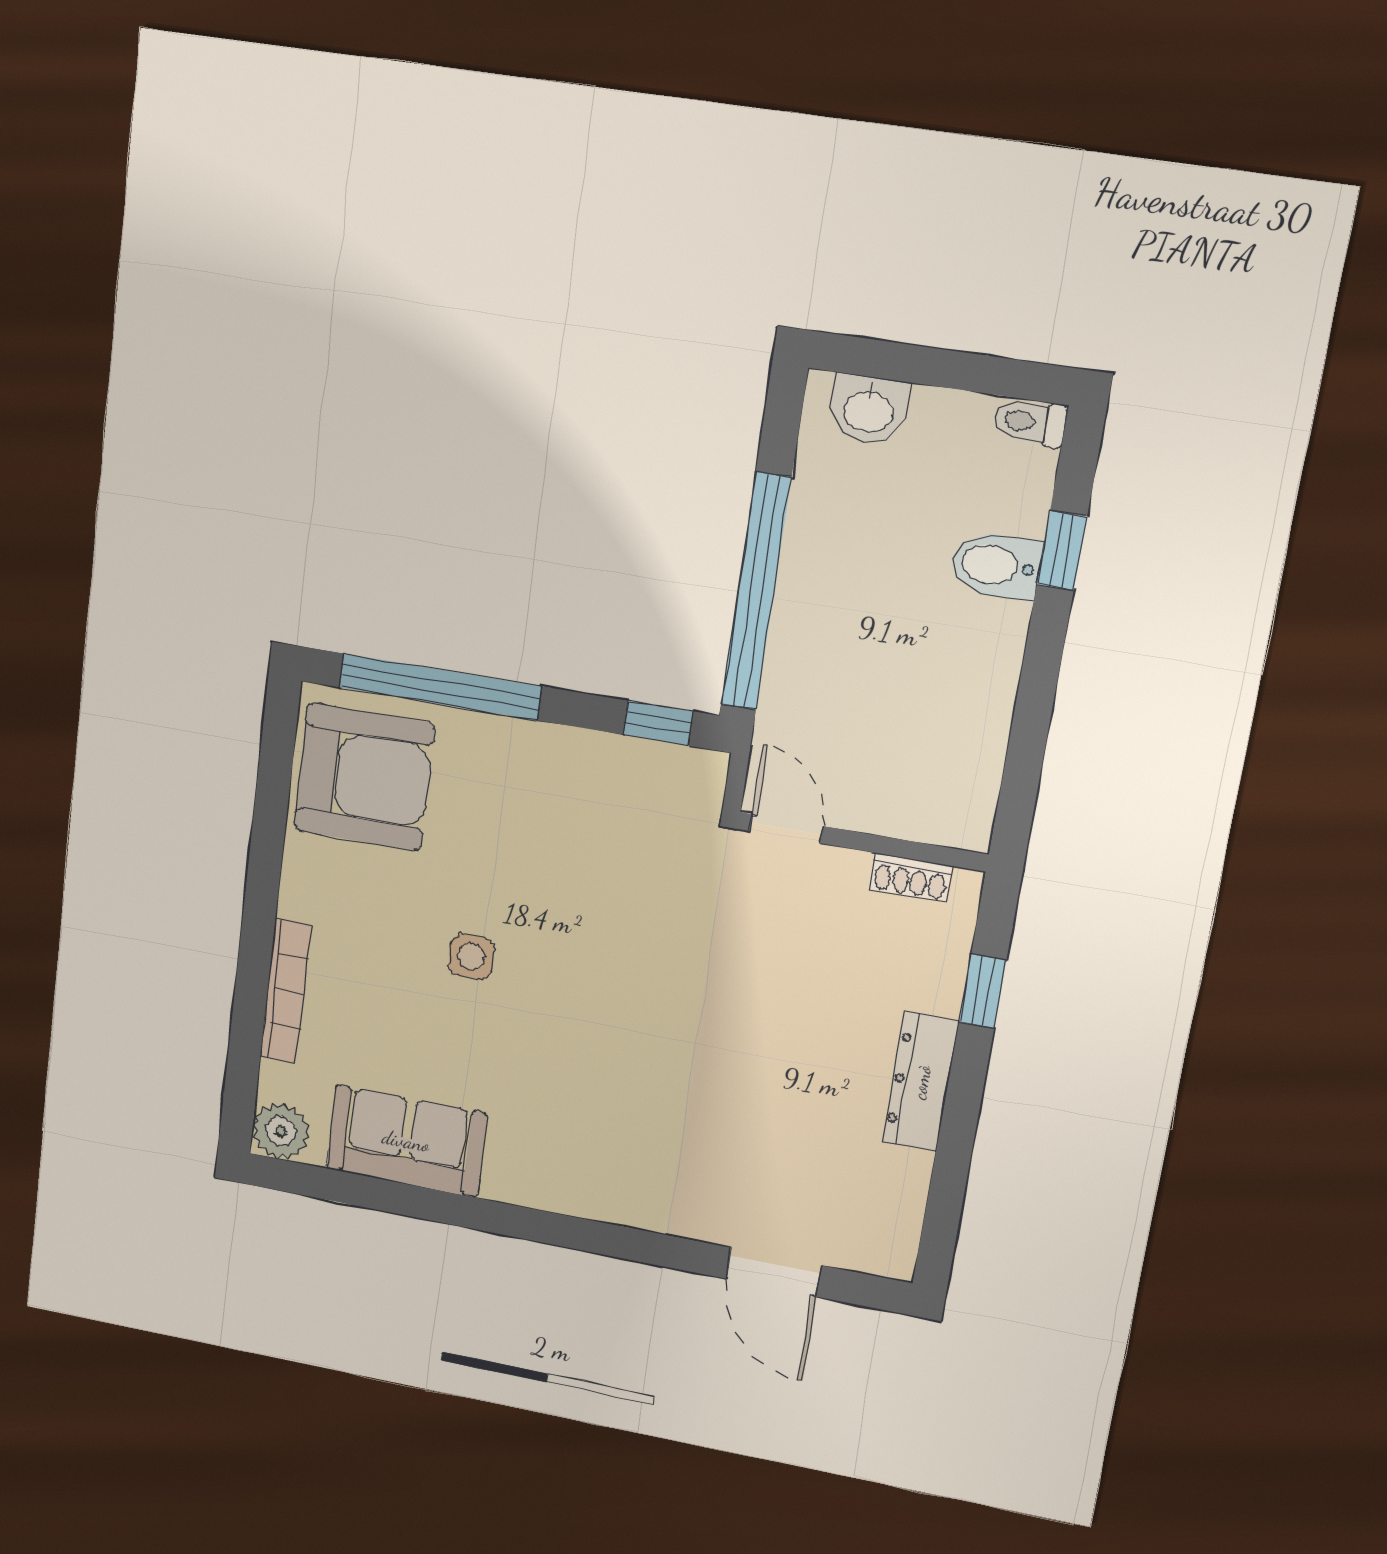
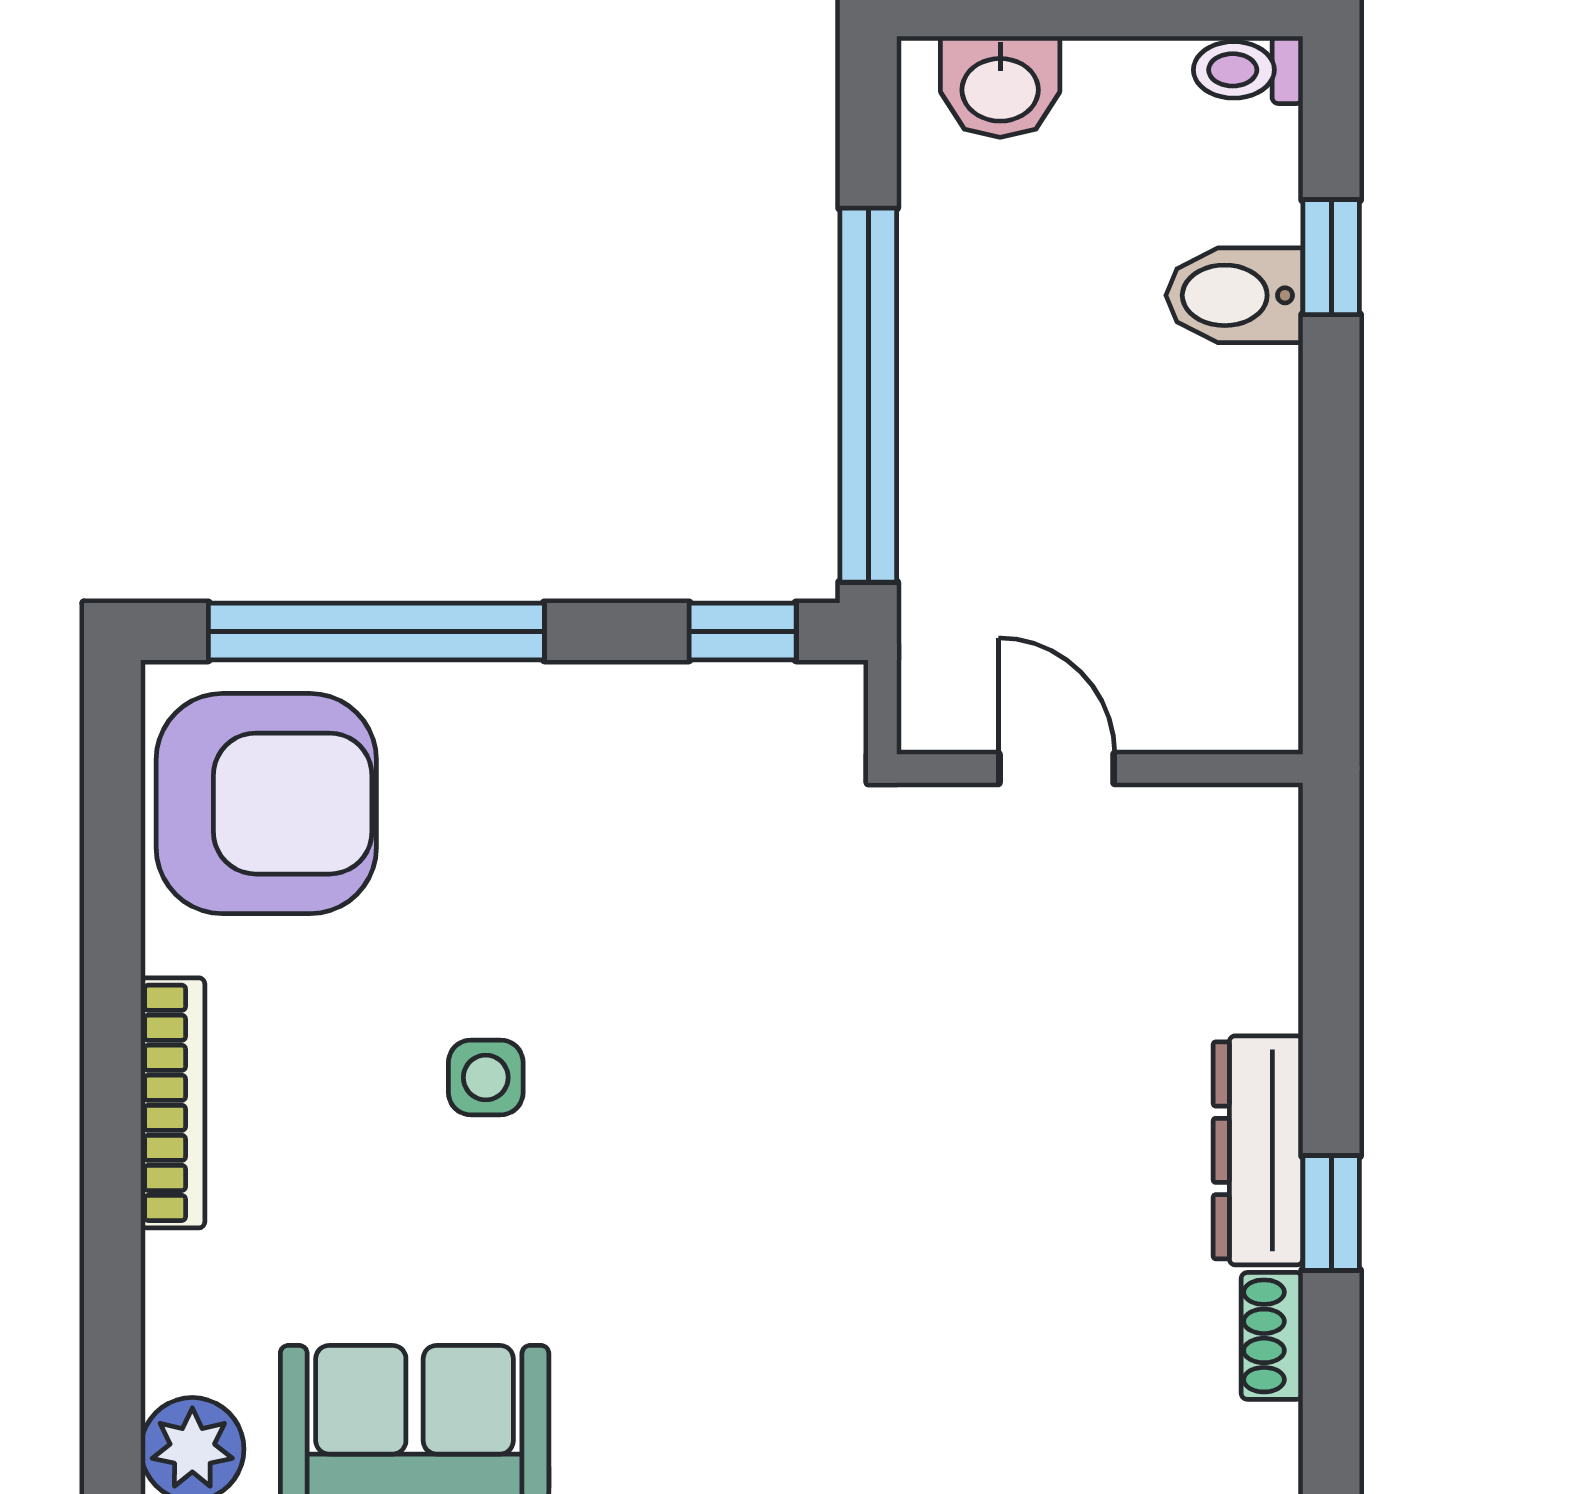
door: (786, 829) -> (1057, 768), moved
shoe rack: (910, 877) -> (1272, 1336), moved, turned 90
bookcase: (286, 991) -> (173, 1103), moved
window: (983, 991) -> (1331, 1213), moved

